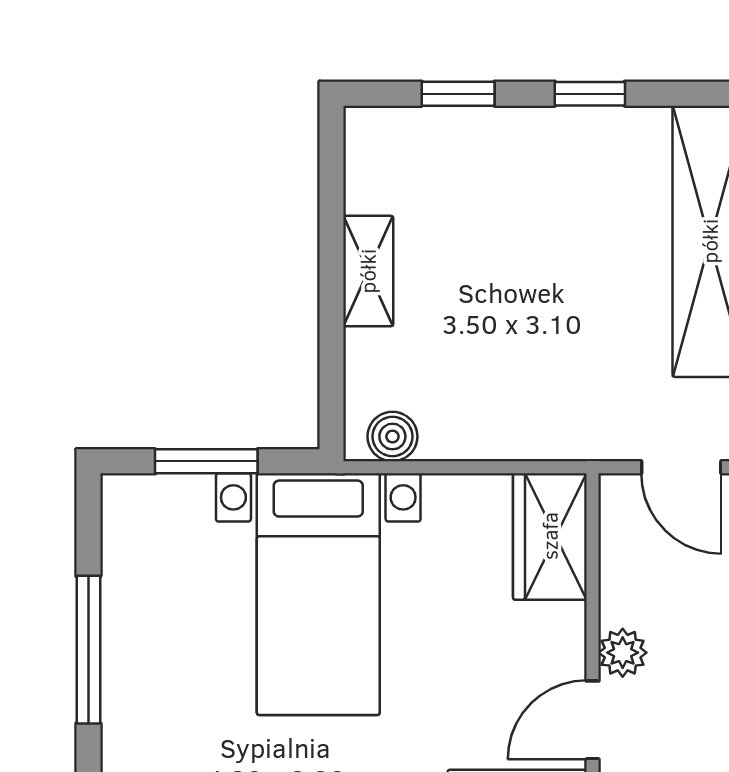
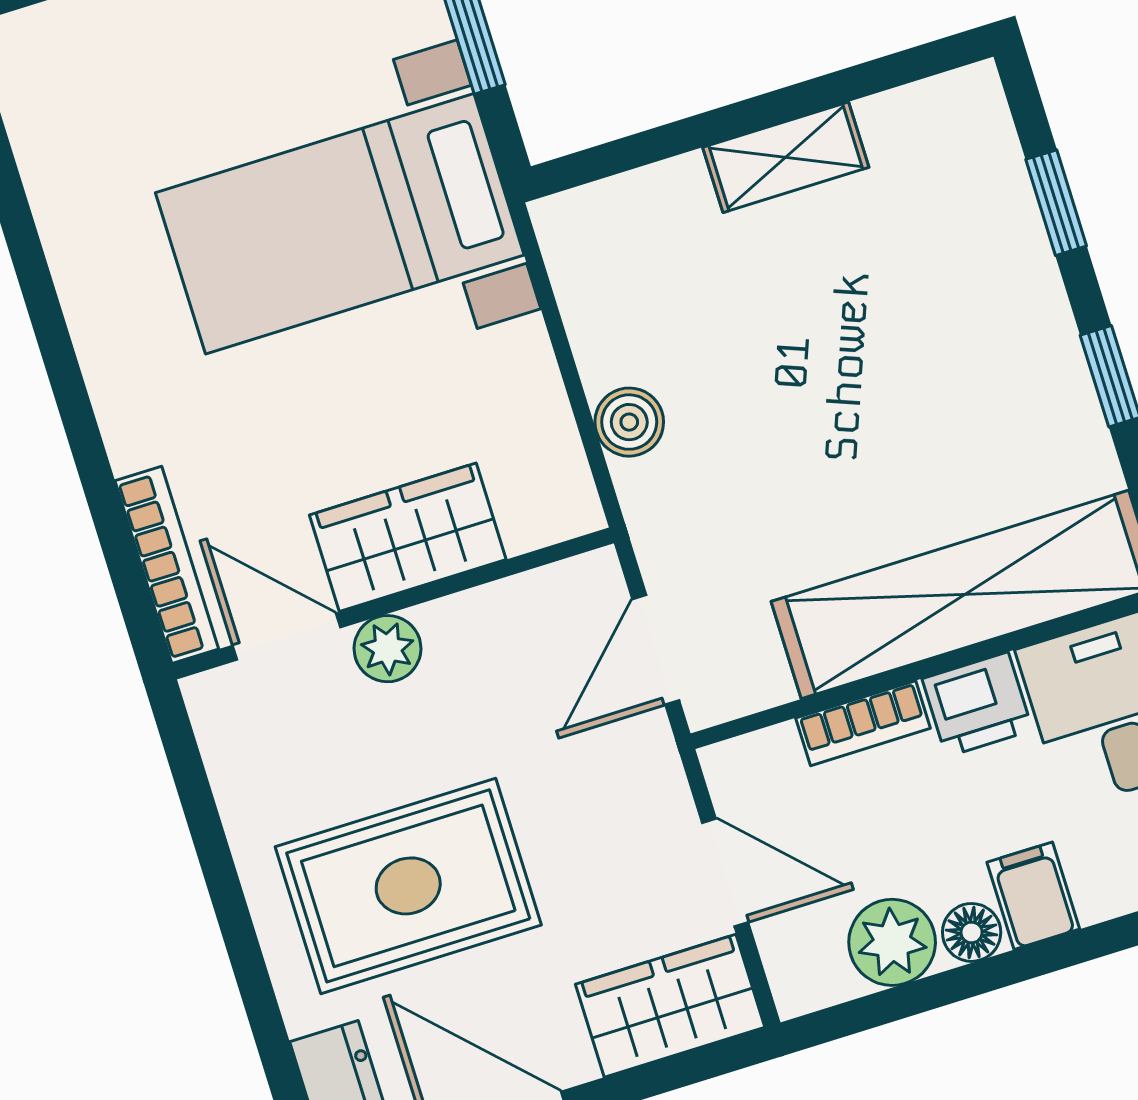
boiler: (392, 437) -> (629, 422), moved
wardrobe: (550, 536) -> (408, 537), moved

